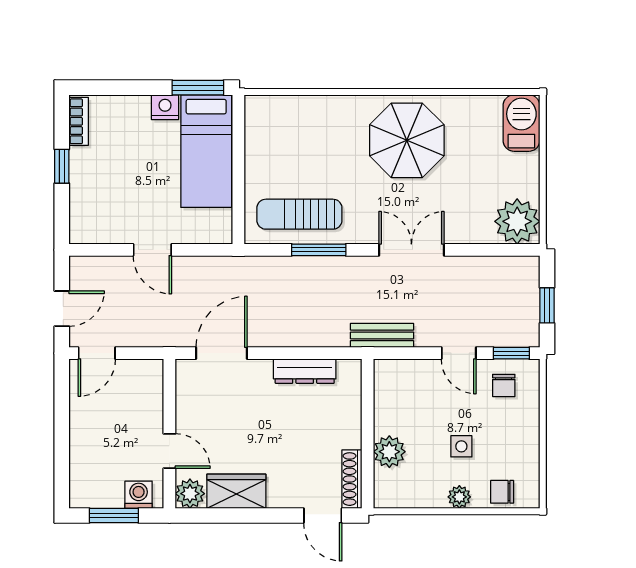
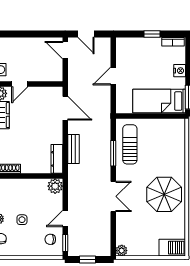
nightstand: (165, 107) -> (180, 71), moved
plant: (517, 221) -> (122, 251), width x0.53, depth x0.53
bench: (382, 335) -> (73, 149), moved
dresser: (305, 371) -> (57, 159), moved
plant: (389, 452) -> (55, 186), moved

